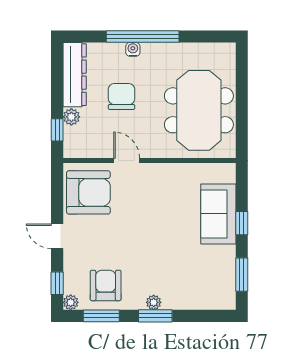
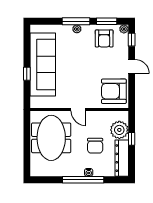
plant: (71, 117) -> (119, 130), width x1.87, depth x1.87
window: (57, 130) -> (132, 139), moved
door: (127, 160) -> (78, 109), moved
sofa: (218, 214) -> (43, 64), width x1.85, depth x1.27
window: (242, 275) -> (27, 45), removed
window: (155, 316) -> (76, 21), width x1.44

